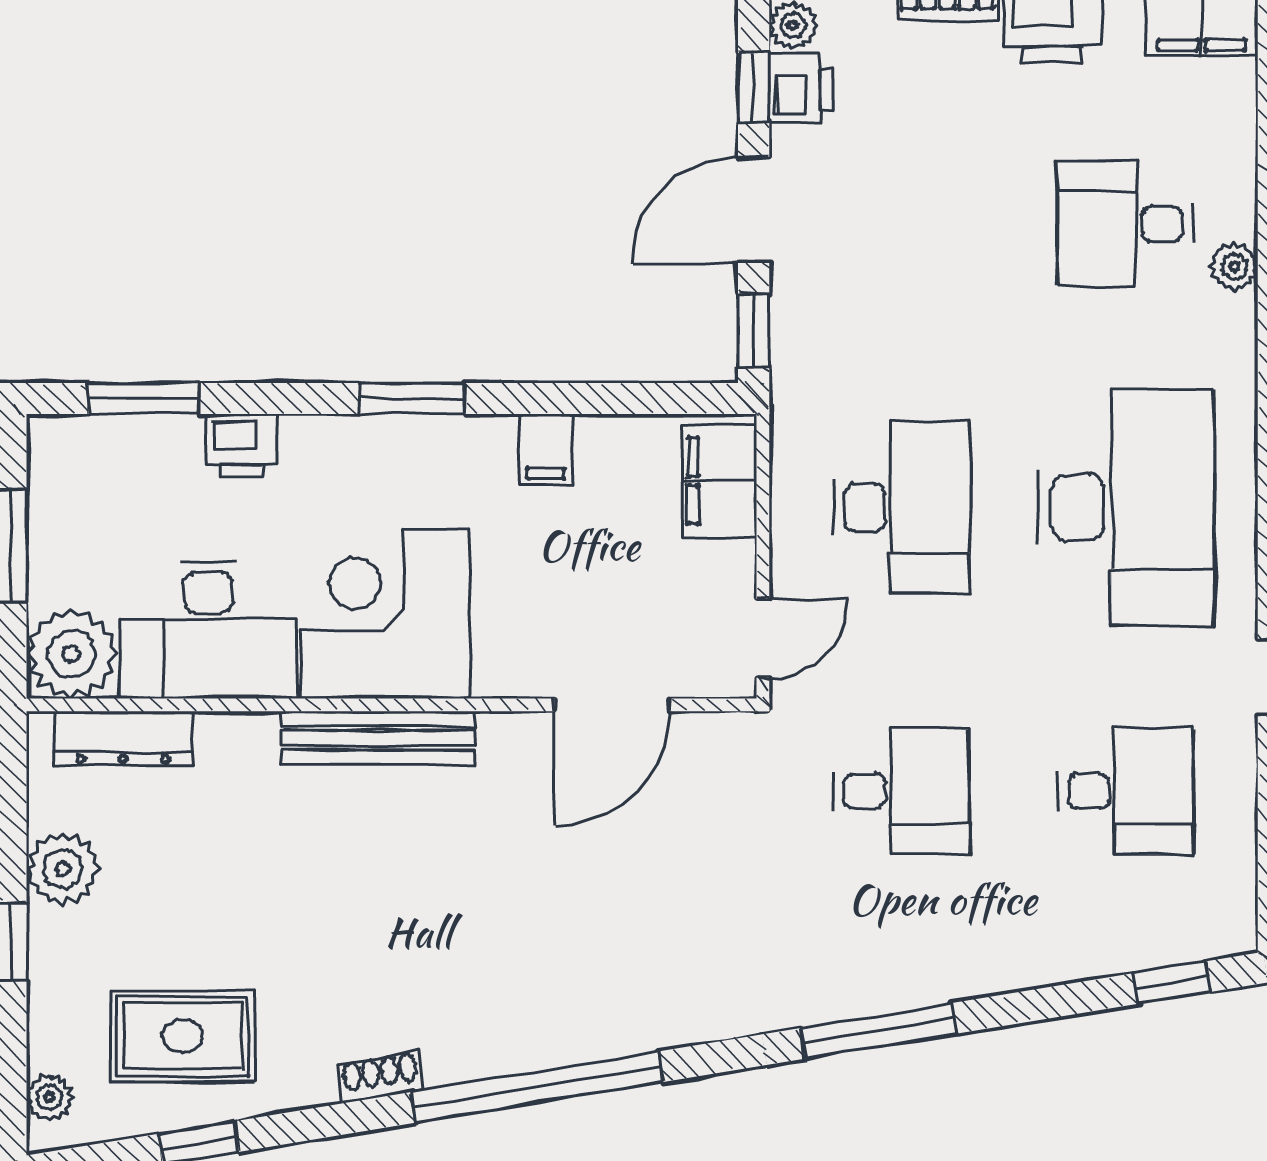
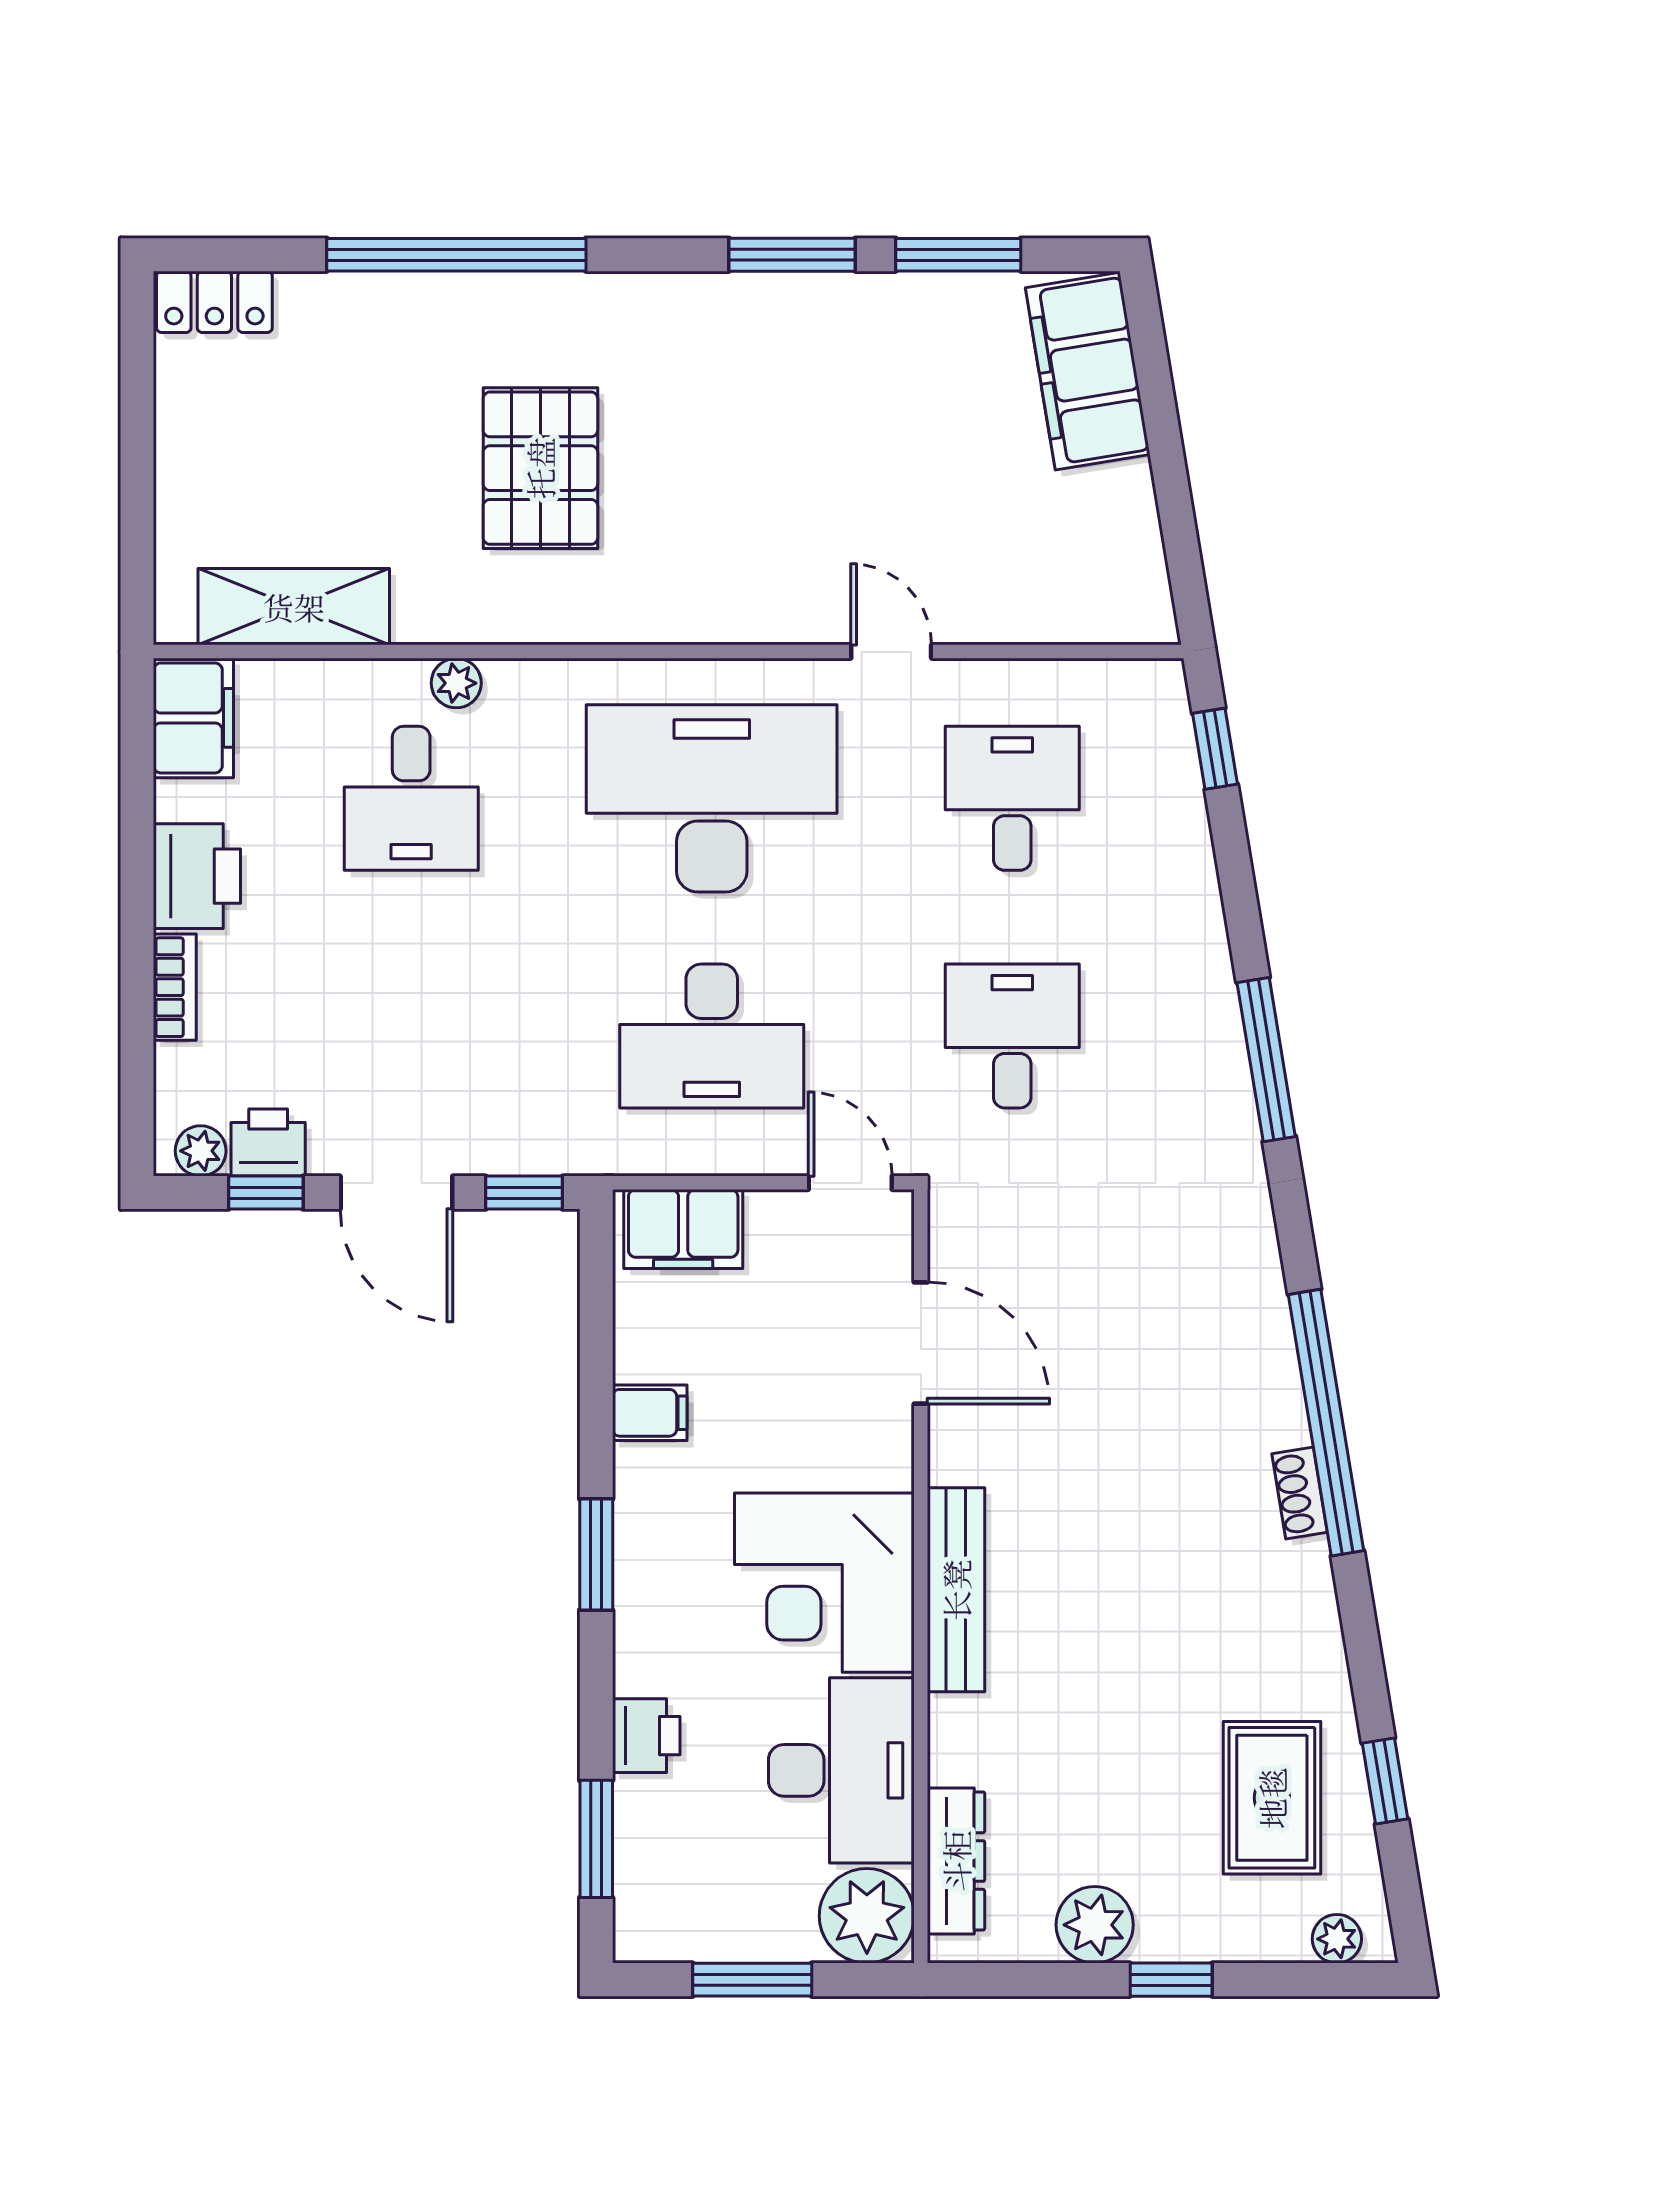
desk: (901, 508) -> (712, 1036), turned 180
shoe rack: (381, 1077) -> (1300, 1493), moved

